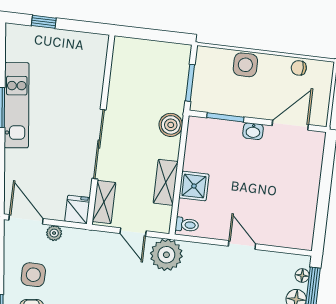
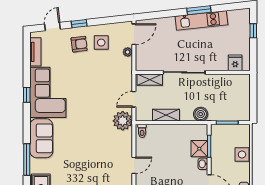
shower: (194, 186) -> (199, 149), moved
fridge: (77, 209) -> (235, 63), moved, turned -90

